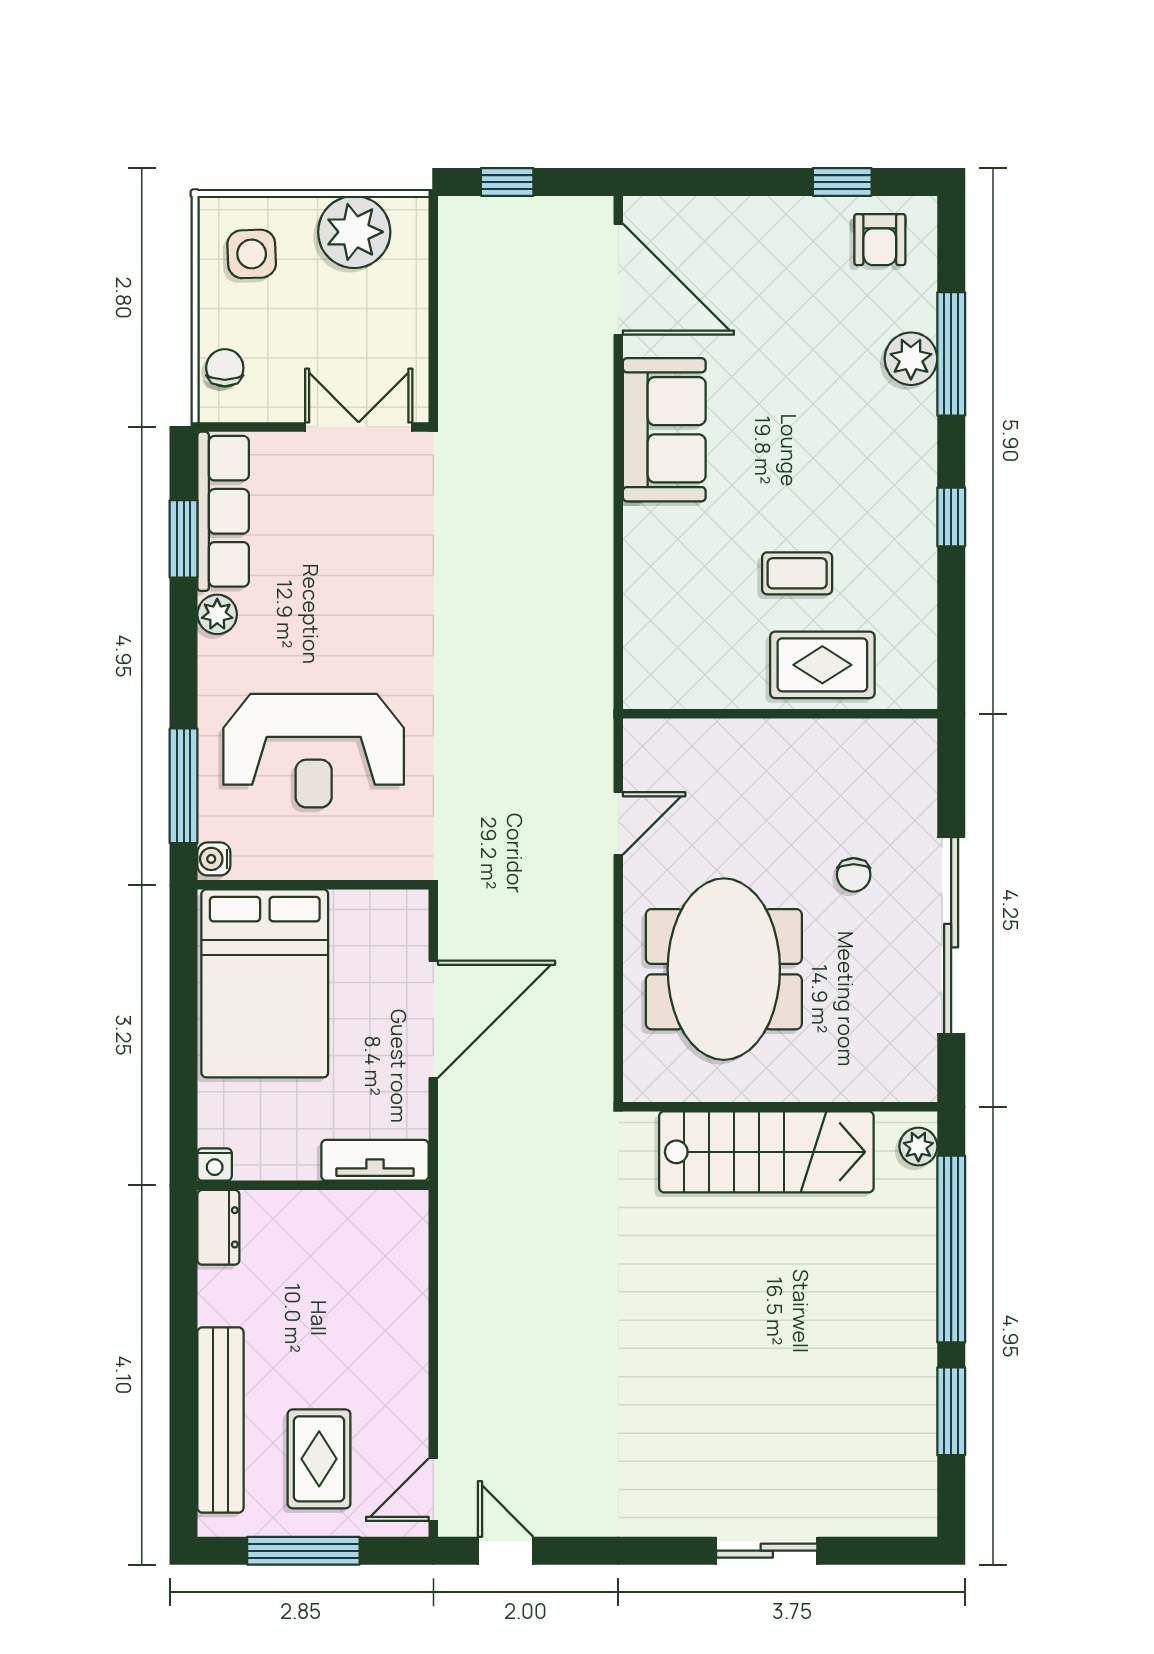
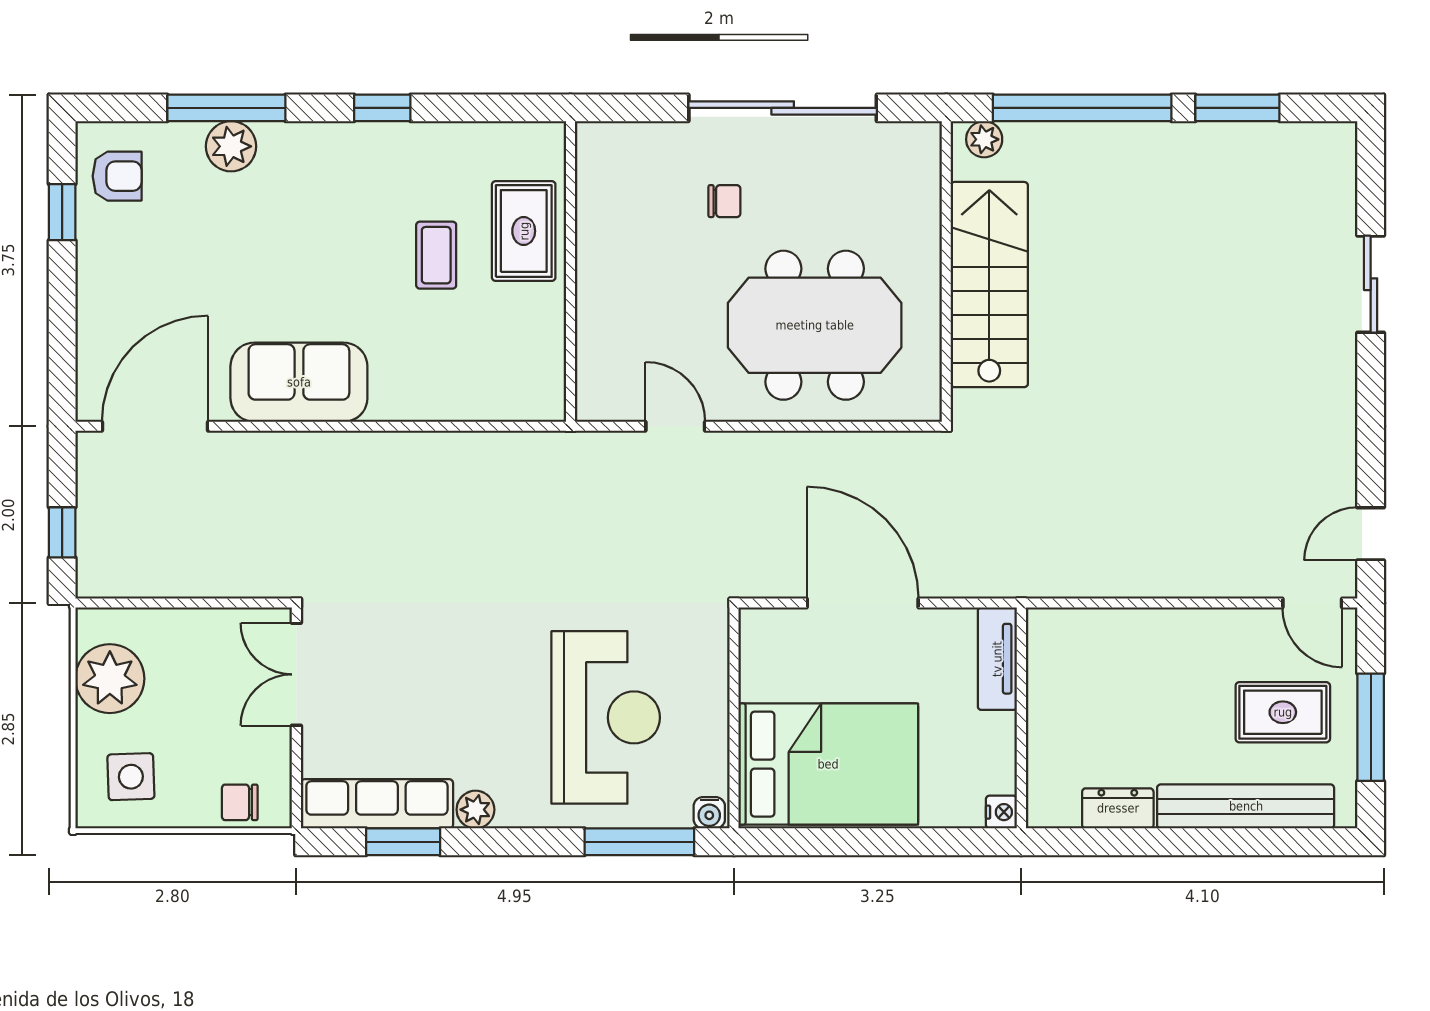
dresser: (218, 1227) -> (1118, 808), moved

